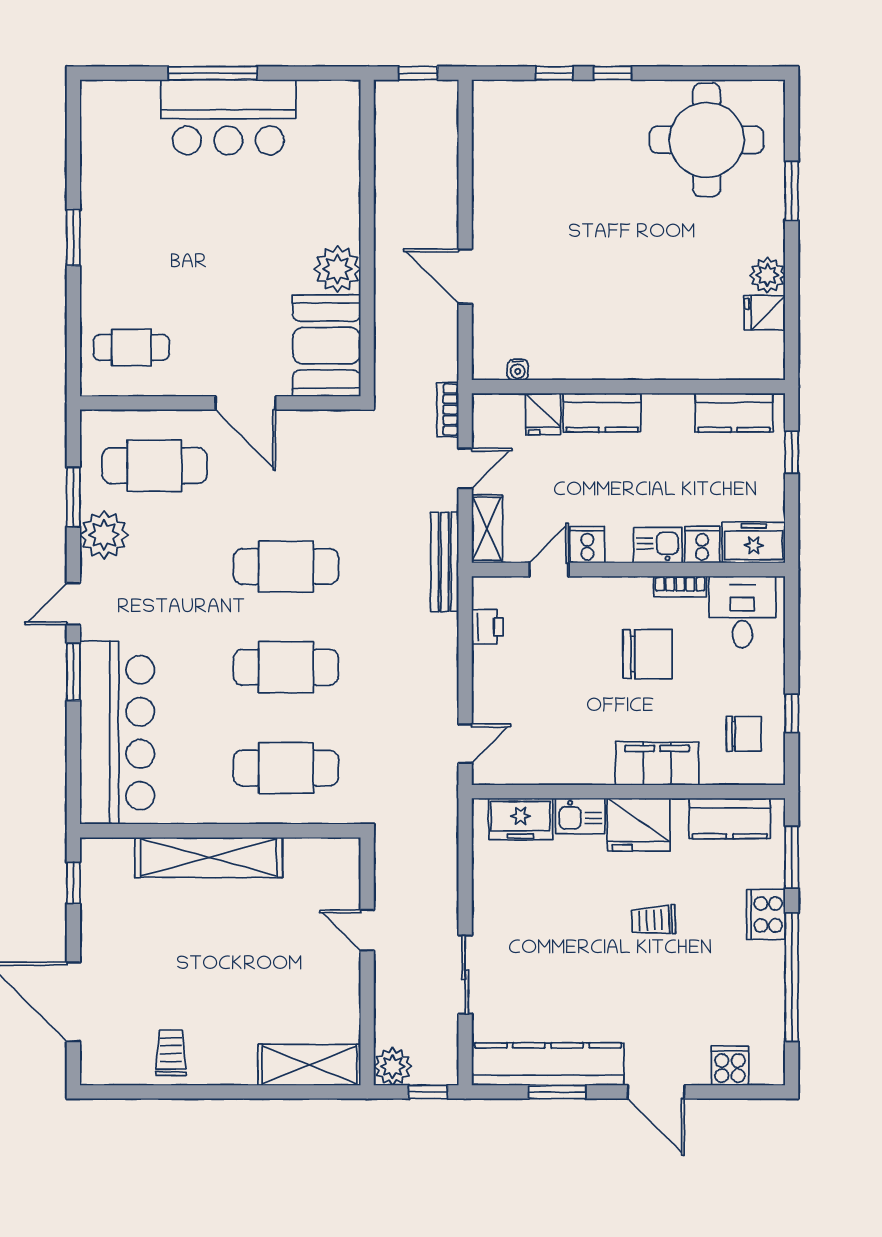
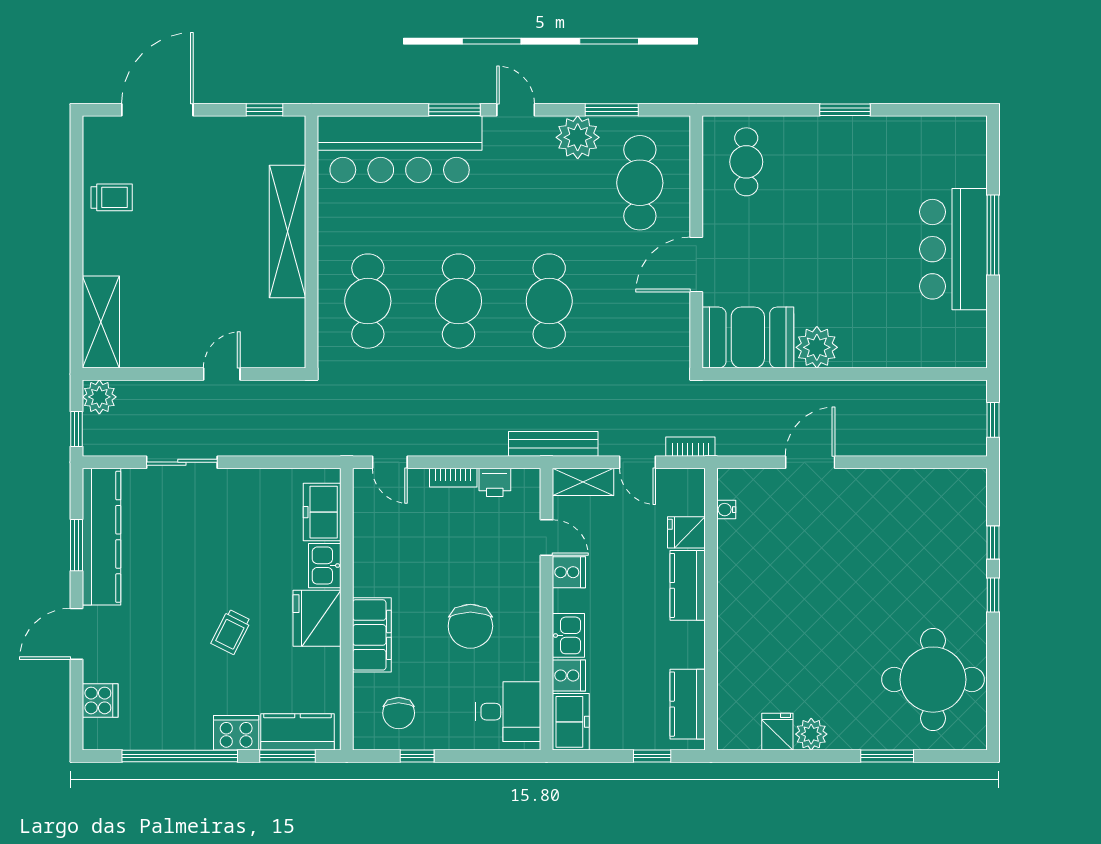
bookcase: (680, 587) -> (453, 478), moved, turned -90
kitchen counter: (730, 818) -> (297, 732), moved, turned 90
trolley: (654, 920) -> (231, 632), turned -150

